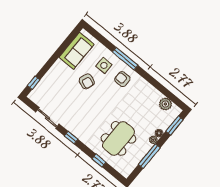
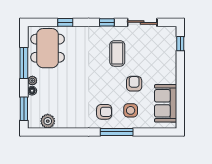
armchair: (87, 81) -> (134, 84), turned 69
coffee table: (81, 111) -> (117, 53), added
dining table: (119, 138) -> (48, 48), moved

